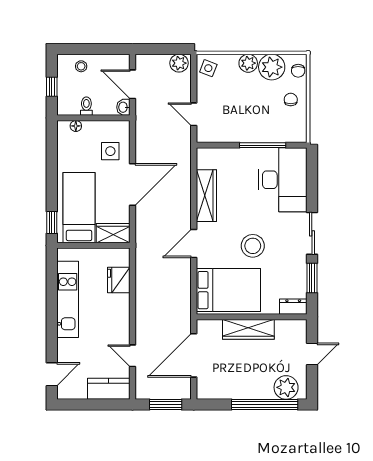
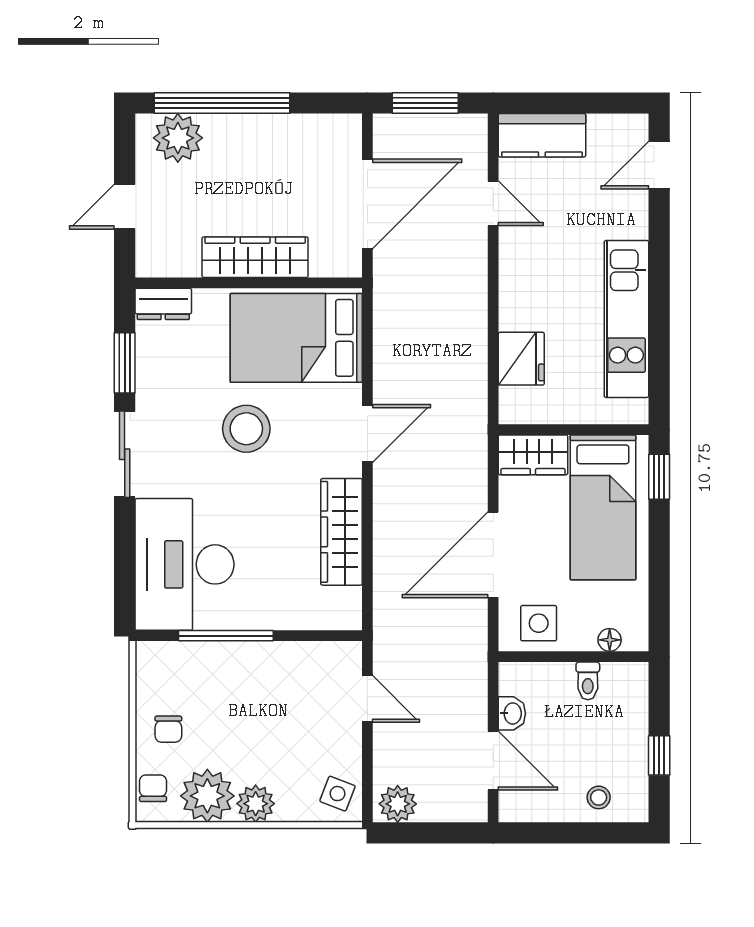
toilet: (86, 106) -> (588, 681), moved
wall: (93, 118) -> (573, 657), moved
floor lamp: (76, 126) -> (610, 640), moved

